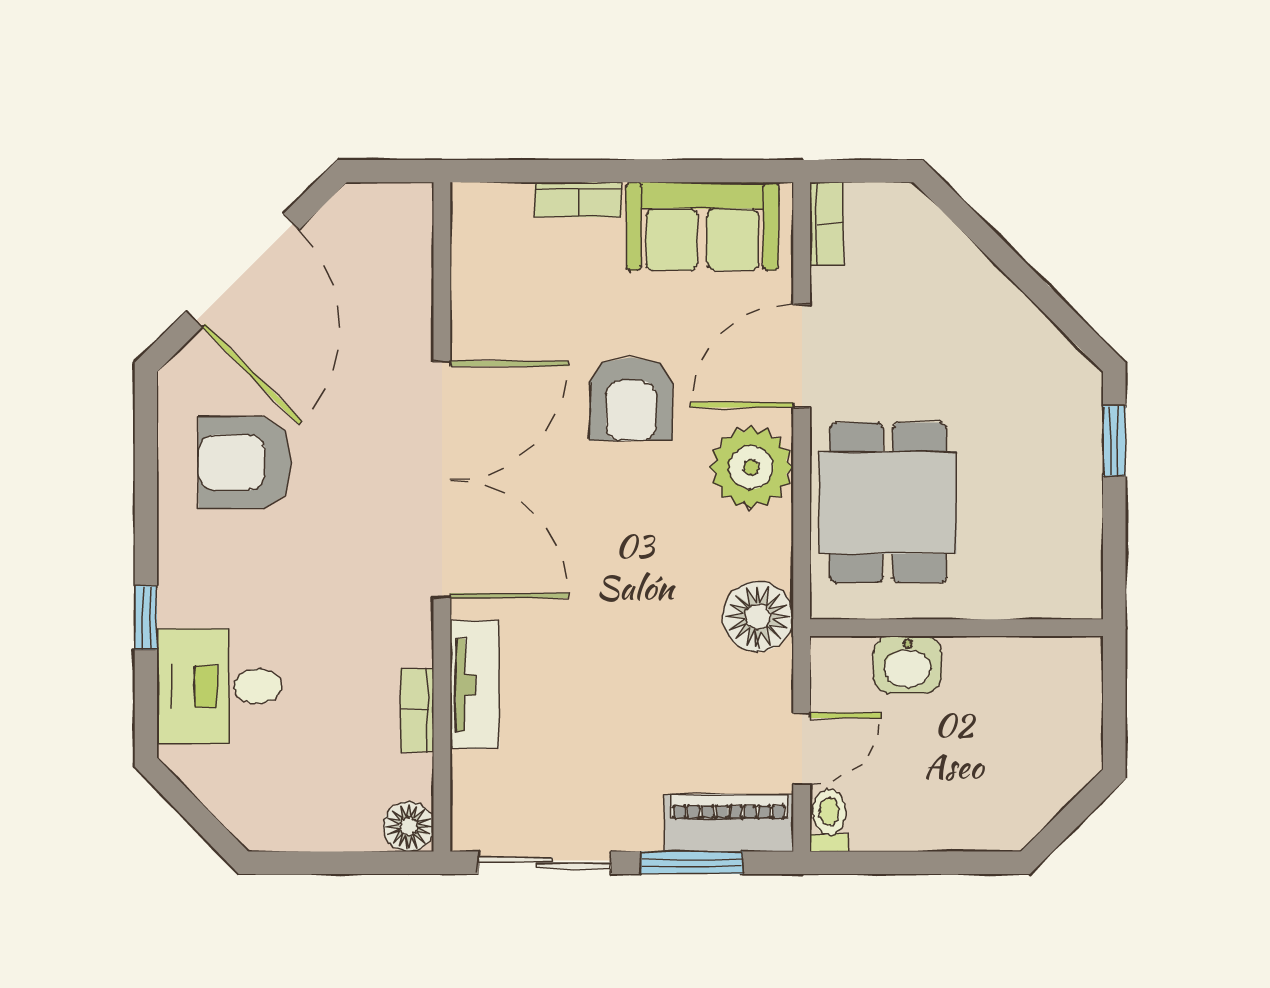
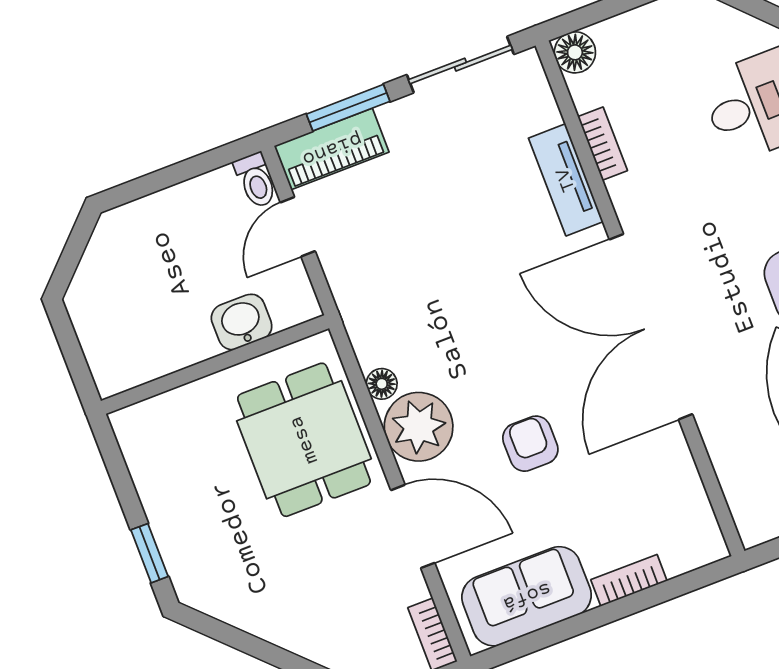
door: (802, 356) -> (413, 526), hinge flipped
armchair: (631, 399) -> (530, 444), width x0.72, depth x0.72
floor lamp: (758, 616) -> (382, 384), moved, width x0.53, depth x0.53

